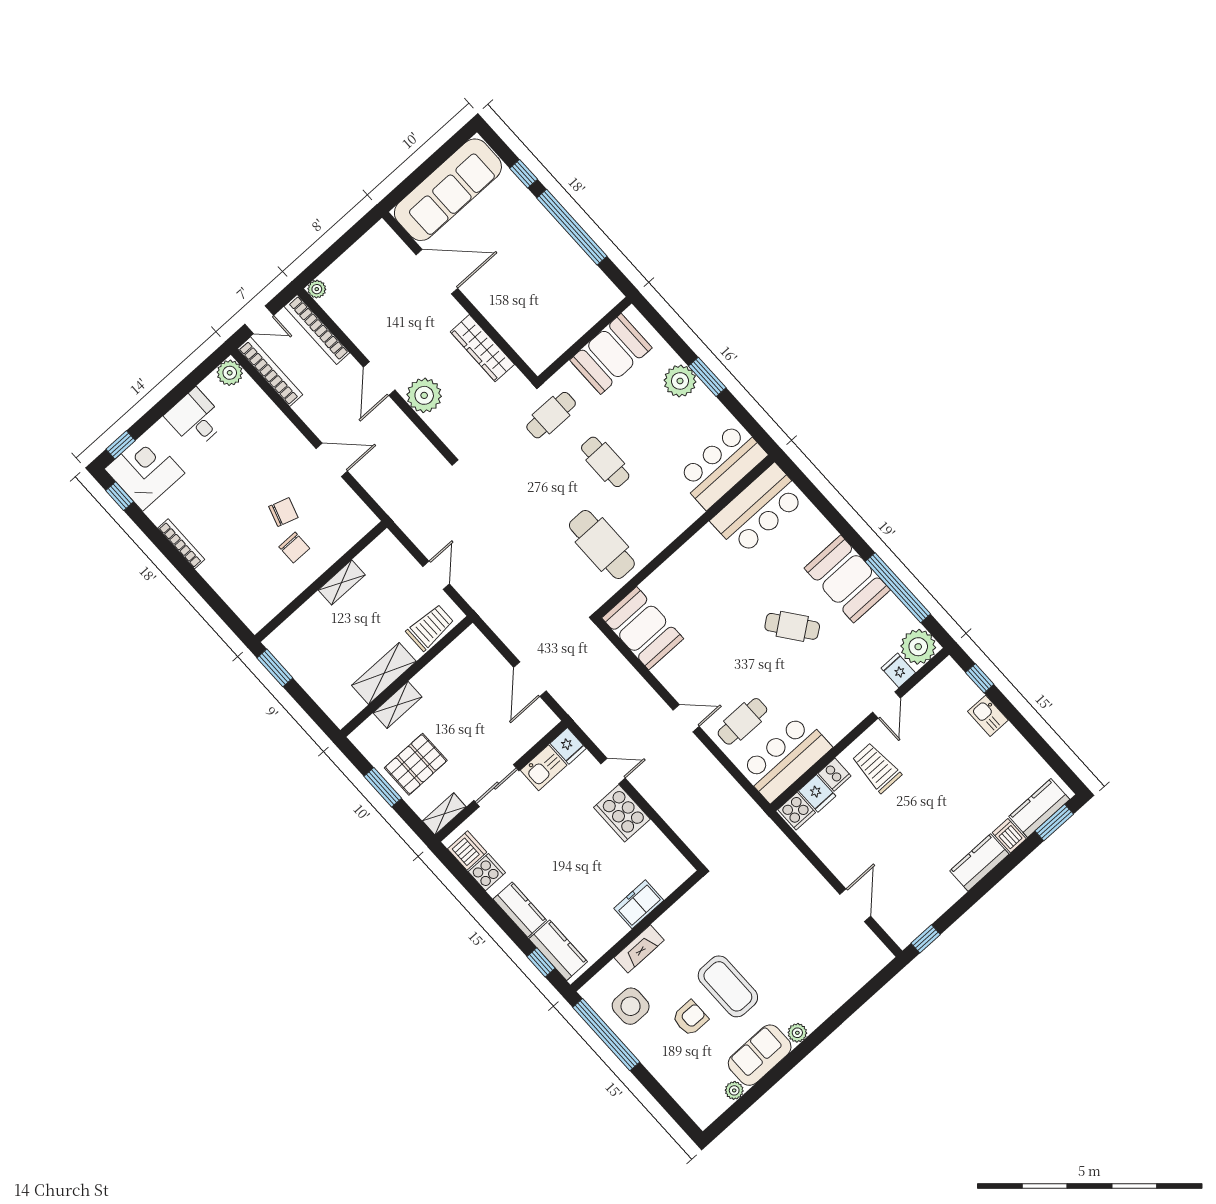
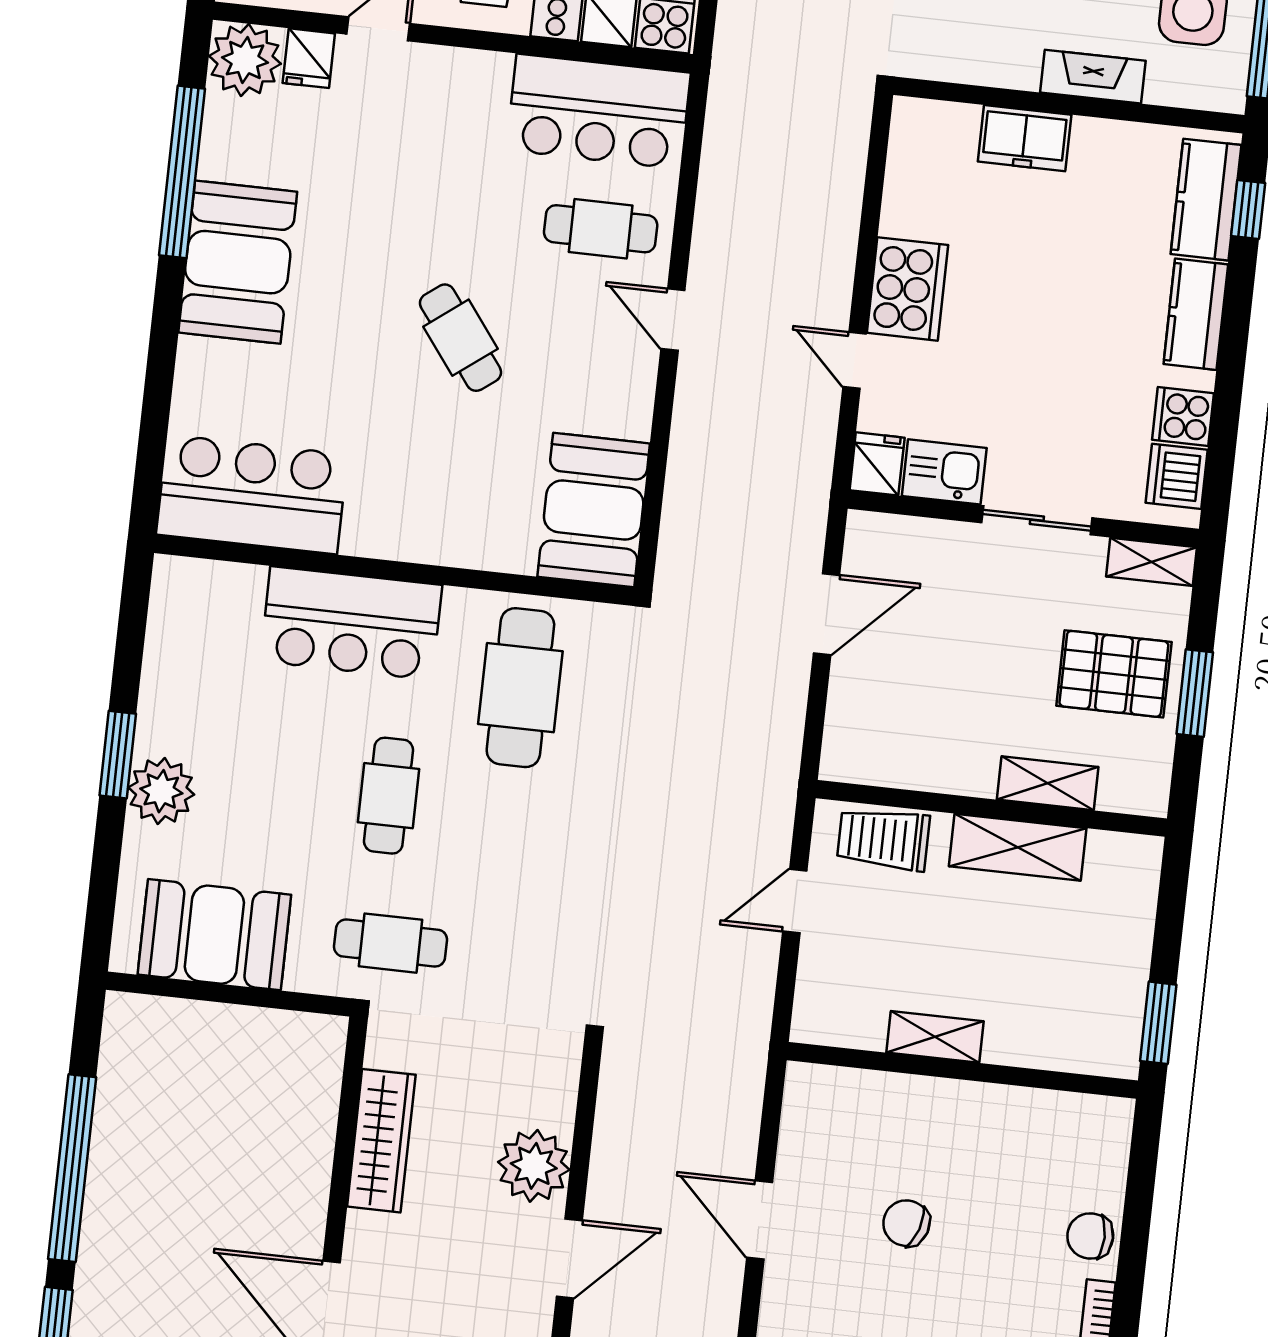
bar counter: (722, 466) -> (351, 623), moved
chair: (294, 548) -> (1090, 1236), moved, turned -90
cafe table: (792, 626) -> (461, 338), moved

